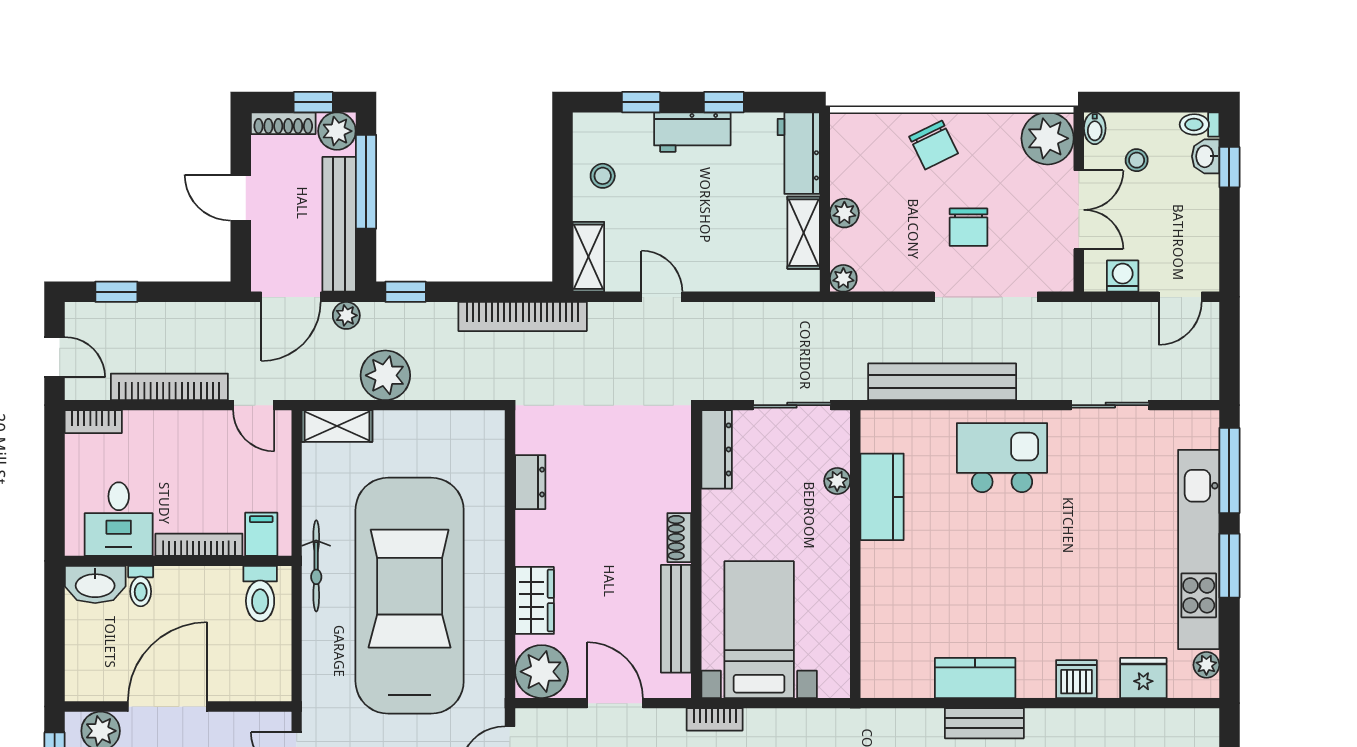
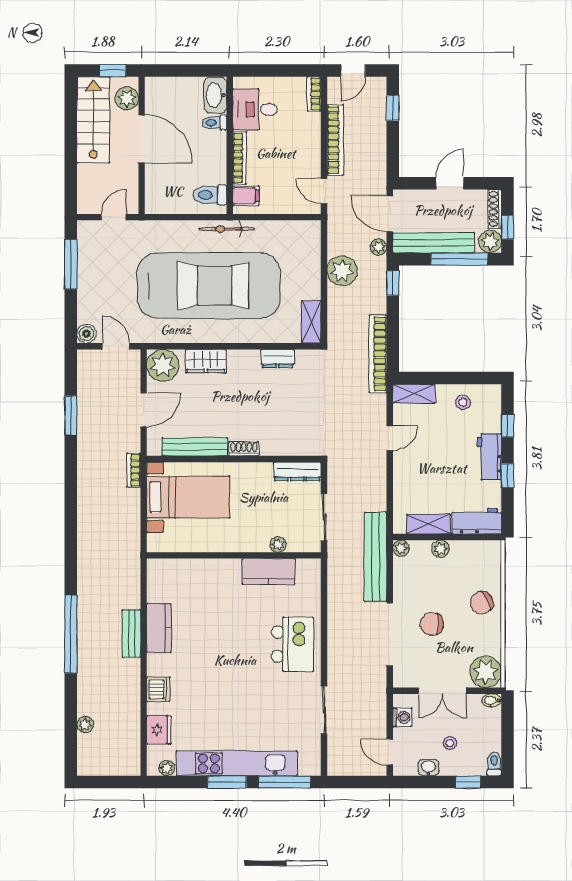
washbasin: (1206, 156) -> (428, 768), moved
stool: (1137, 160) -> (450, 743), moved
bench: (942, 382) -> (375, 557), moved
door: (254, 405) -> (324, 191), hinge flipped
shelving: (337, 426) -> (311, 322), moved

